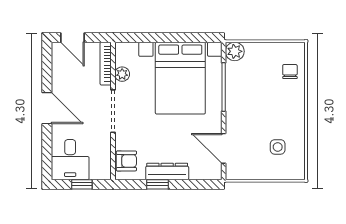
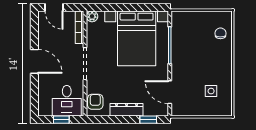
plant: (235, 51) -> (178, 18), removed
plant: (122, 74) -> (92, 16), moved
desk: (70, 160) -> (67, 101), moved
armchair: (126, 161) -> (95, 102), turned -90
window: (157, 184) -> (148, 120), moved

